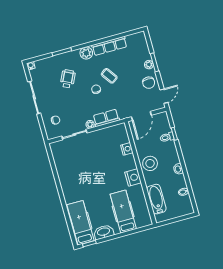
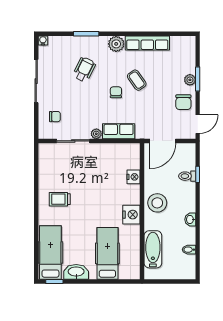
trolley: (76, 181) -> (60, 199), added

